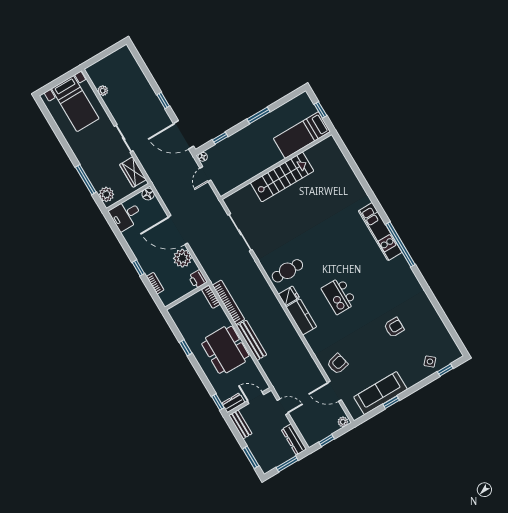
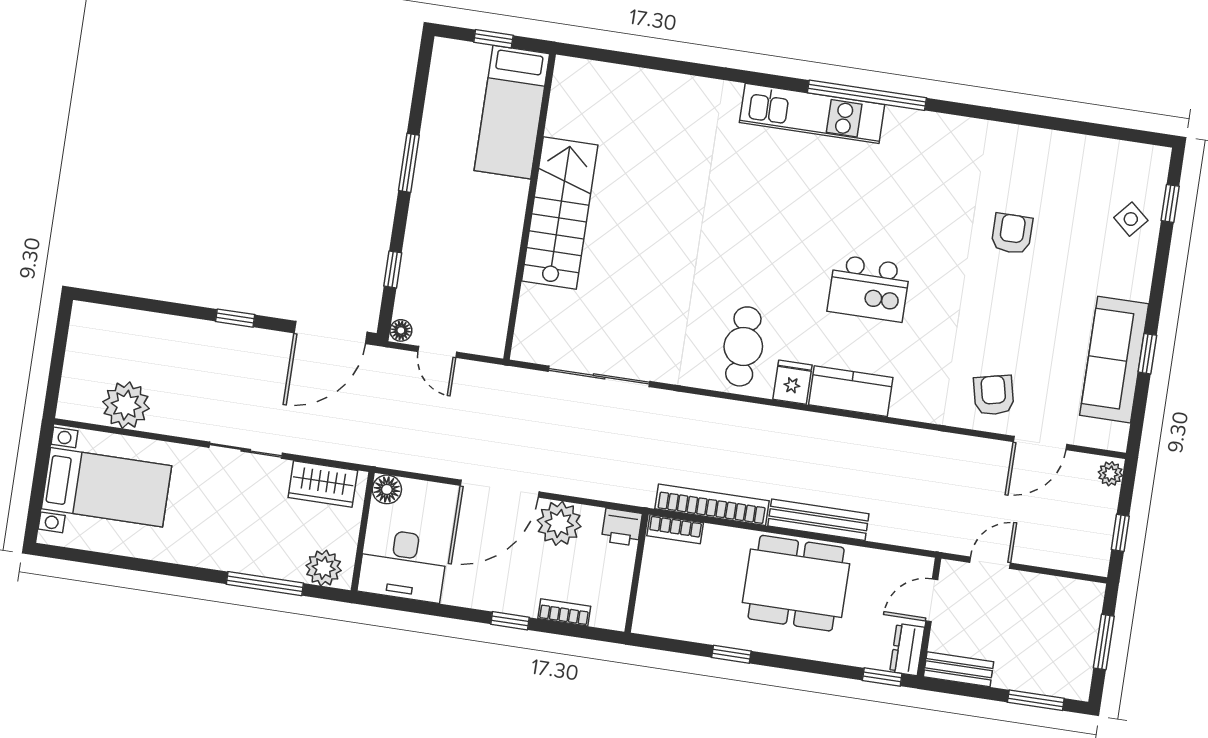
plant: (103, 91) -> (126, 405), width x1.88, depth x1.88
desk: (126, 215) -> (403, 565), width x1.37
dresser: (294, 439) -> (1068, 592), removed

